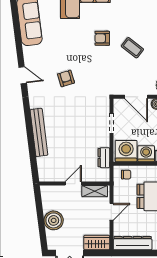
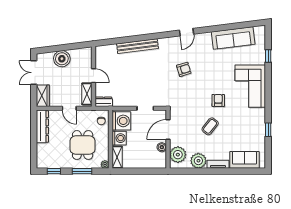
dresser: (104, 158) -> (104, 102), moved

